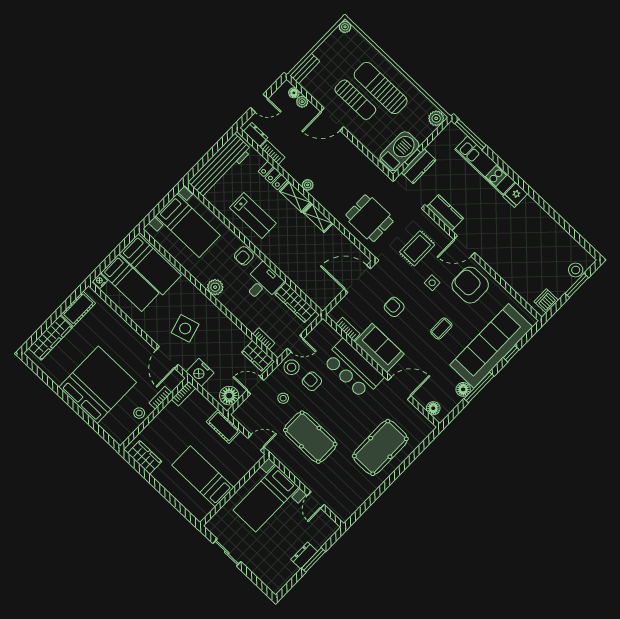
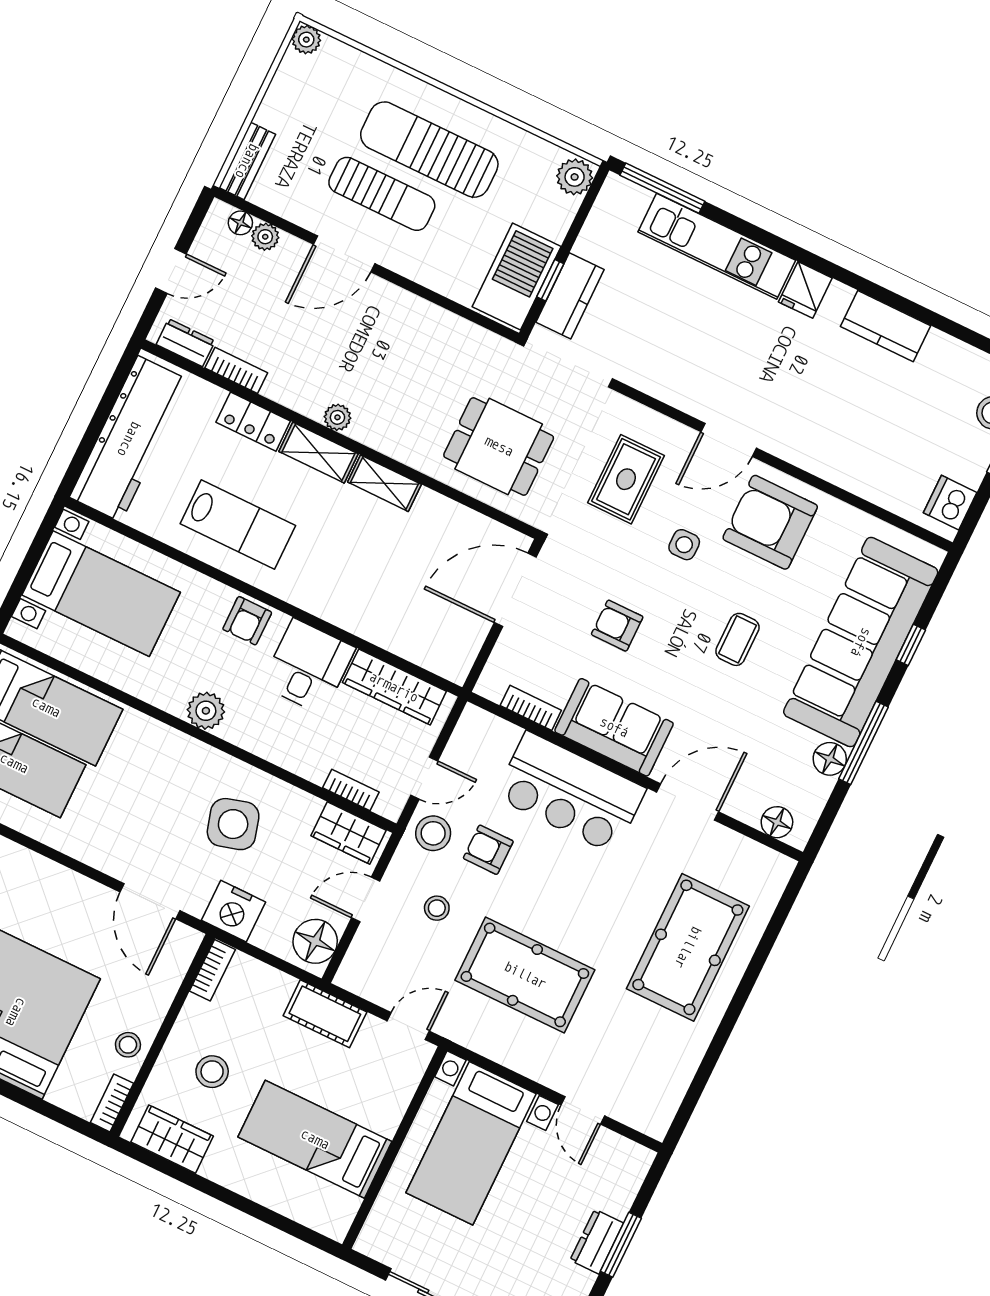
kitchen counter: (445, 213) -> (886, 326), moved, turned 180
side table: (185, 328) -> (233, 824), moved
bookcase: (160, 398) -> (112, 1103), moved
stool: (170, 435) -> (212, 1072), added

